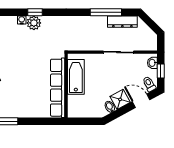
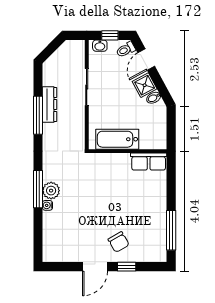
window: (35, 12) -> (38, 189), width x2.17
window: (106, 12) -> (38, 115), moved
dresser: (122, 22) -> (49, 105), moved
row of seats: (58, 88) -> (149, 162), width x0.50

